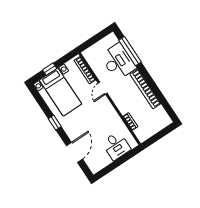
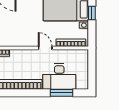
window: (130, 51) -> (61, 93), width x0.69

